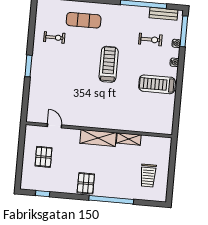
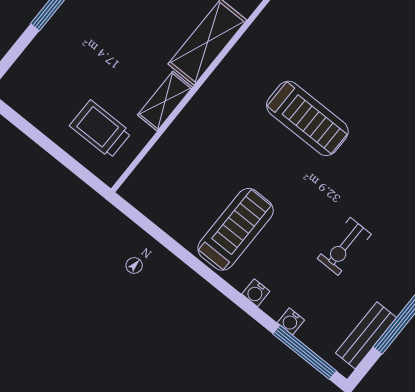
exercise bike: (150, 40) -> (344, 246), moved
treadmill: (109, 64) -> (307, 118), moved
trolley: (148, 175) -> (100, 129), moved

